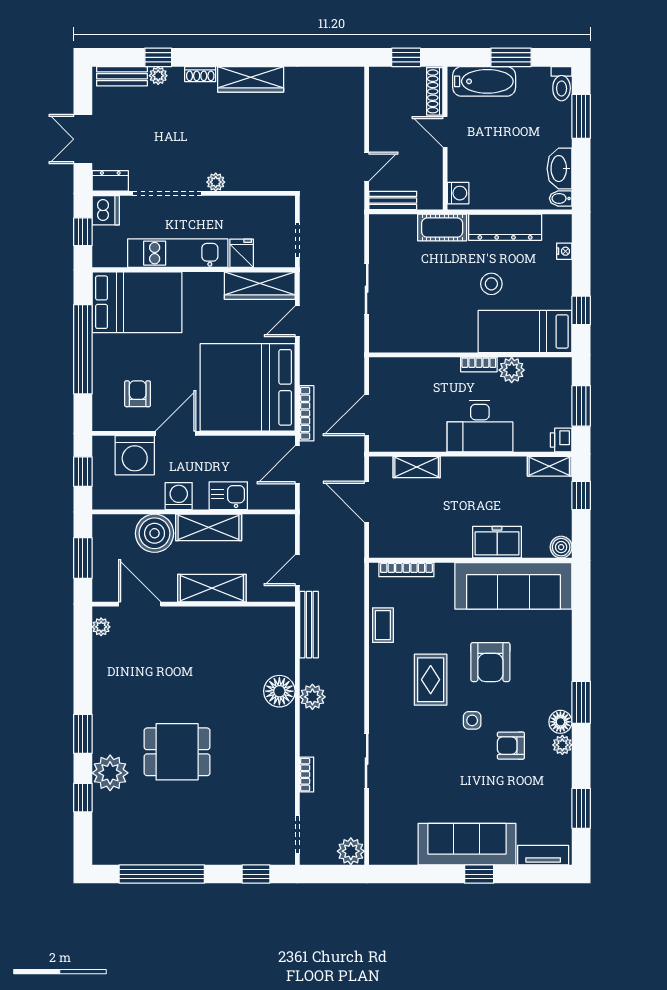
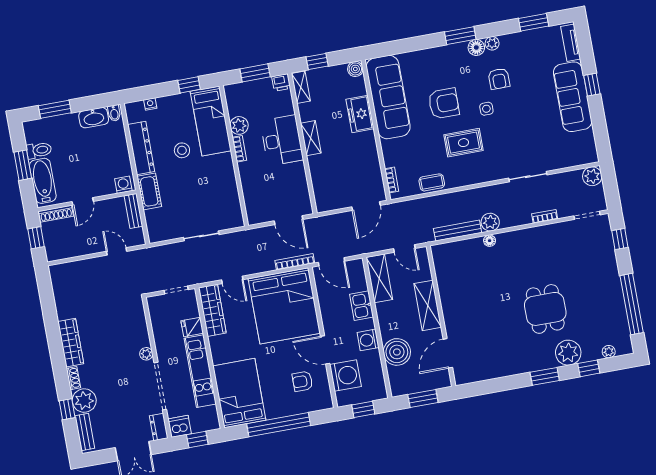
plant: (158, 76) -> (84, 401), width x1.88, depth x1.88
toilet: (562, 84) -> (39, 150), moved
bench: (393, 200) -> (133, 211), moved
shelving: (417, 467) -> (311, 138), moved
door: (367, 502) -> (366, 206), moved
shelving: (209, 527) -> (379, 278), moved
bookcase: (406, 570) -> (392, 180), width x0.64
bench: (309, 625) -> (458, 231), moved
plant: (101, 627) -> (609, 352), moved
floor lamp: (279, 691) -> (490, 241), width x0.53, depth x0.53

